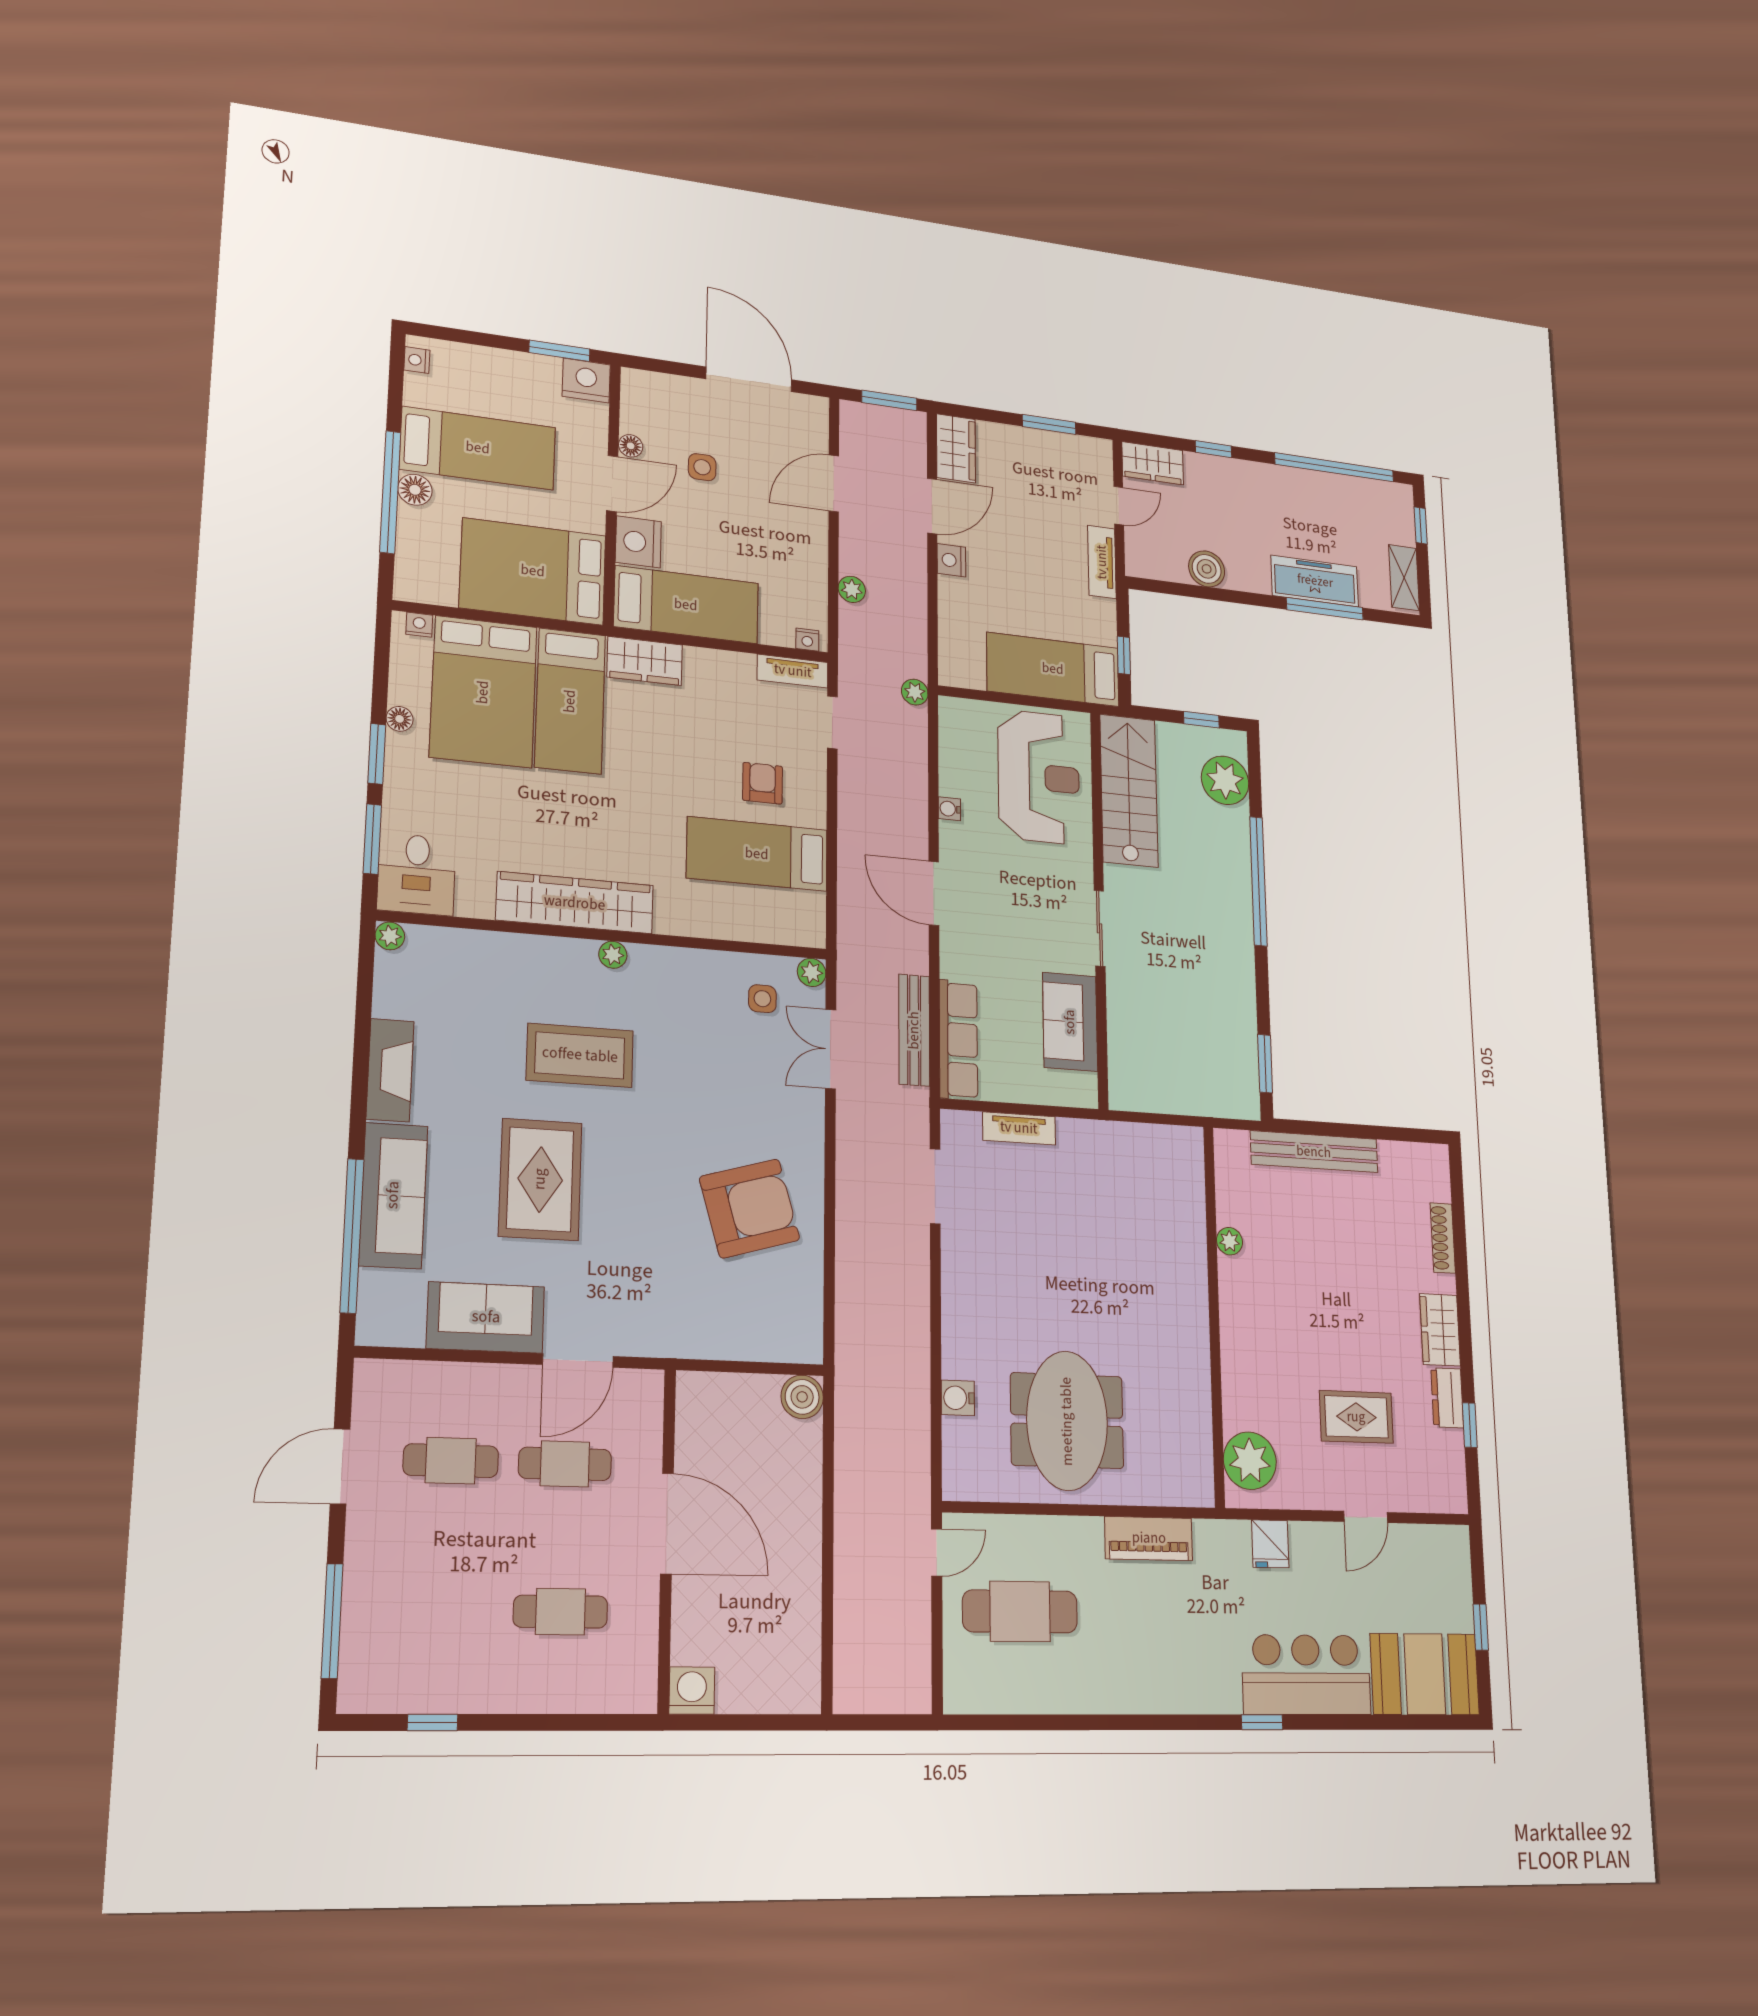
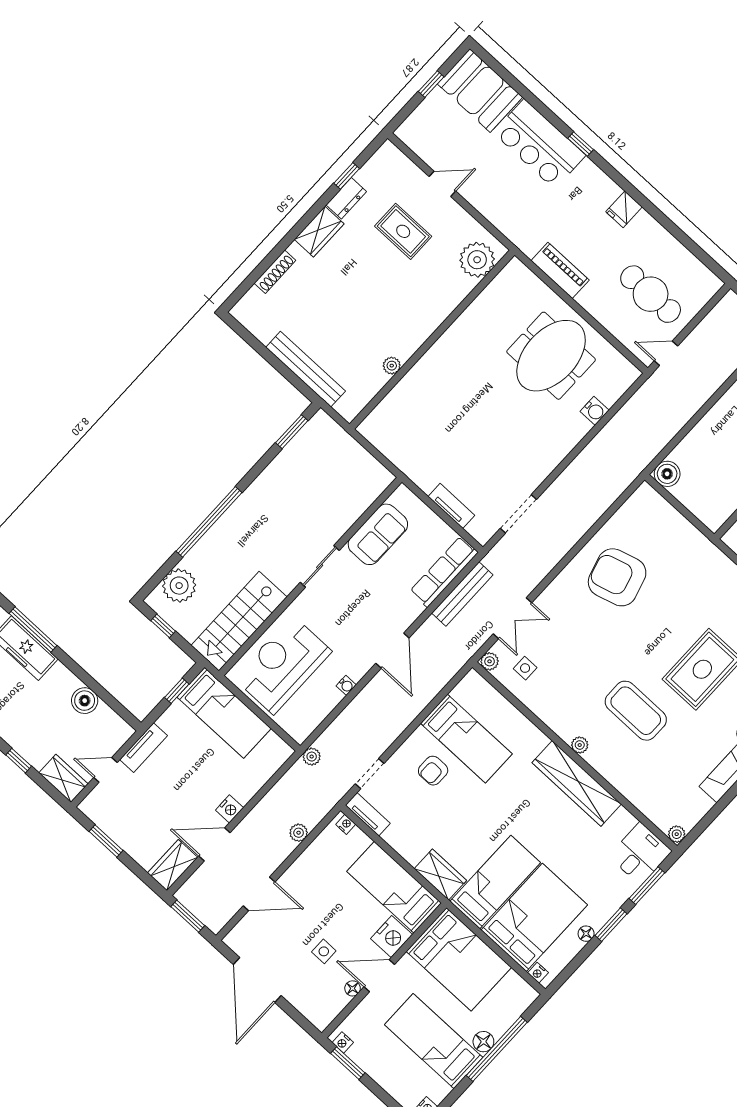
nightstand: (586, 380) -> (343, 1043), width x0.53, depth x0.56
fridge: (1270, 1544) -> (624, 209), moved, turned 180

